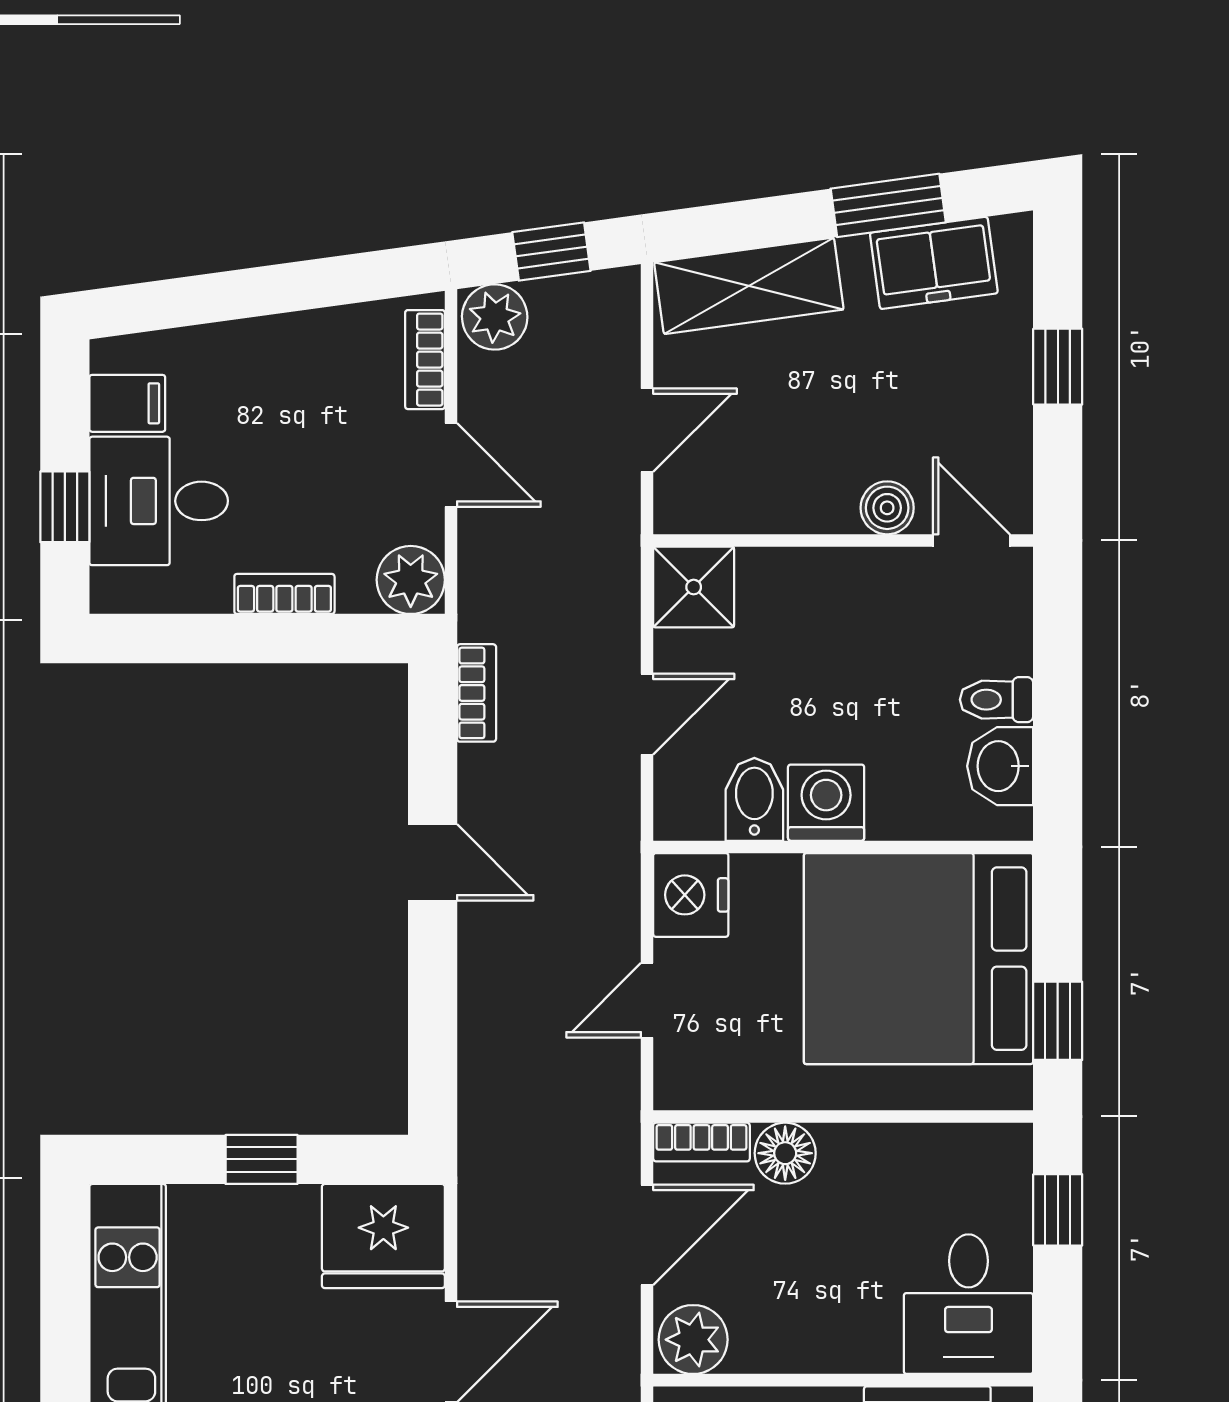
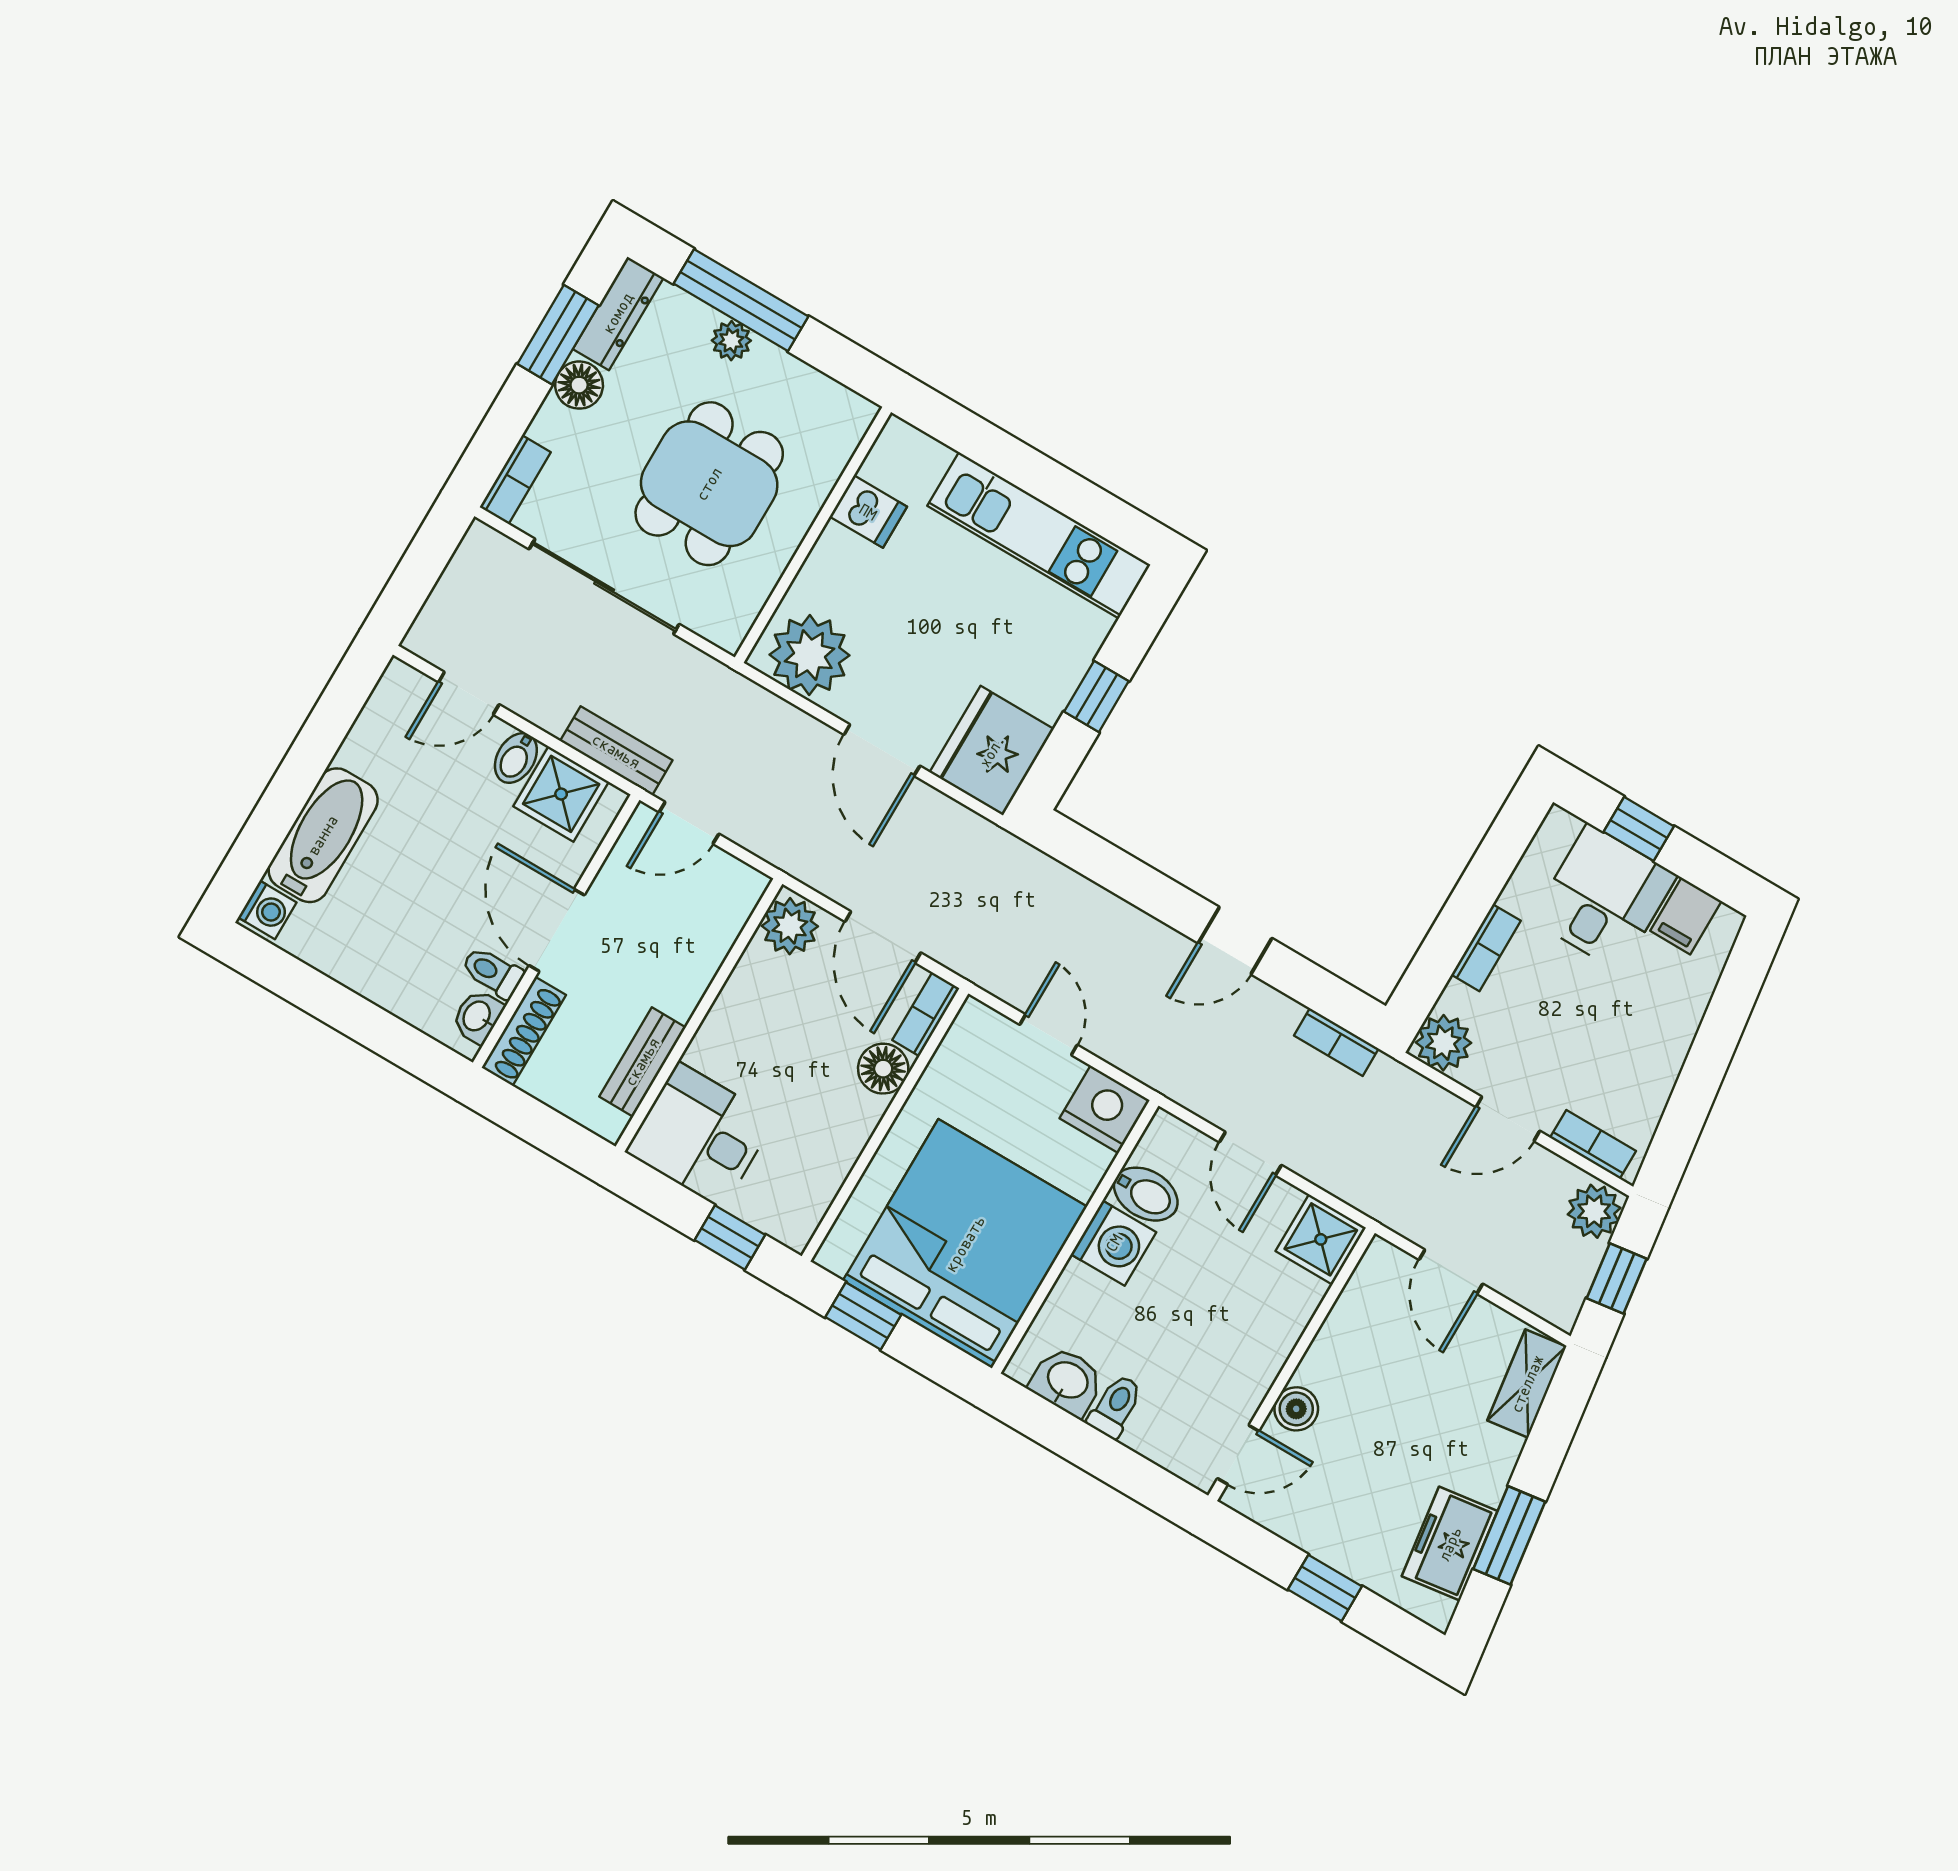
shelving: (749, 286) -> (1527, 1384), width x0.67, depth x0.75

